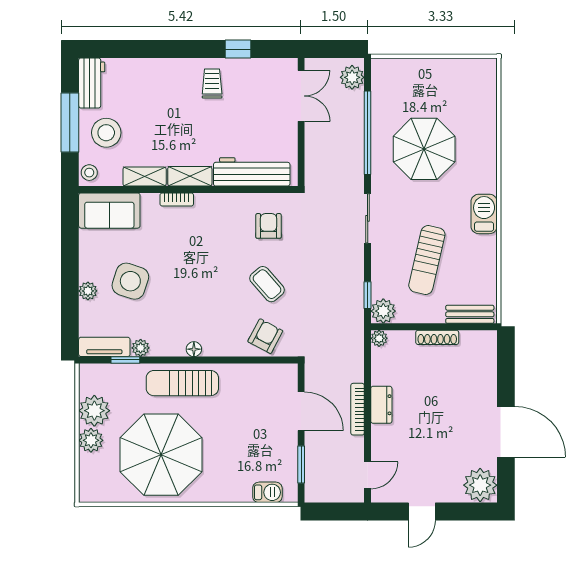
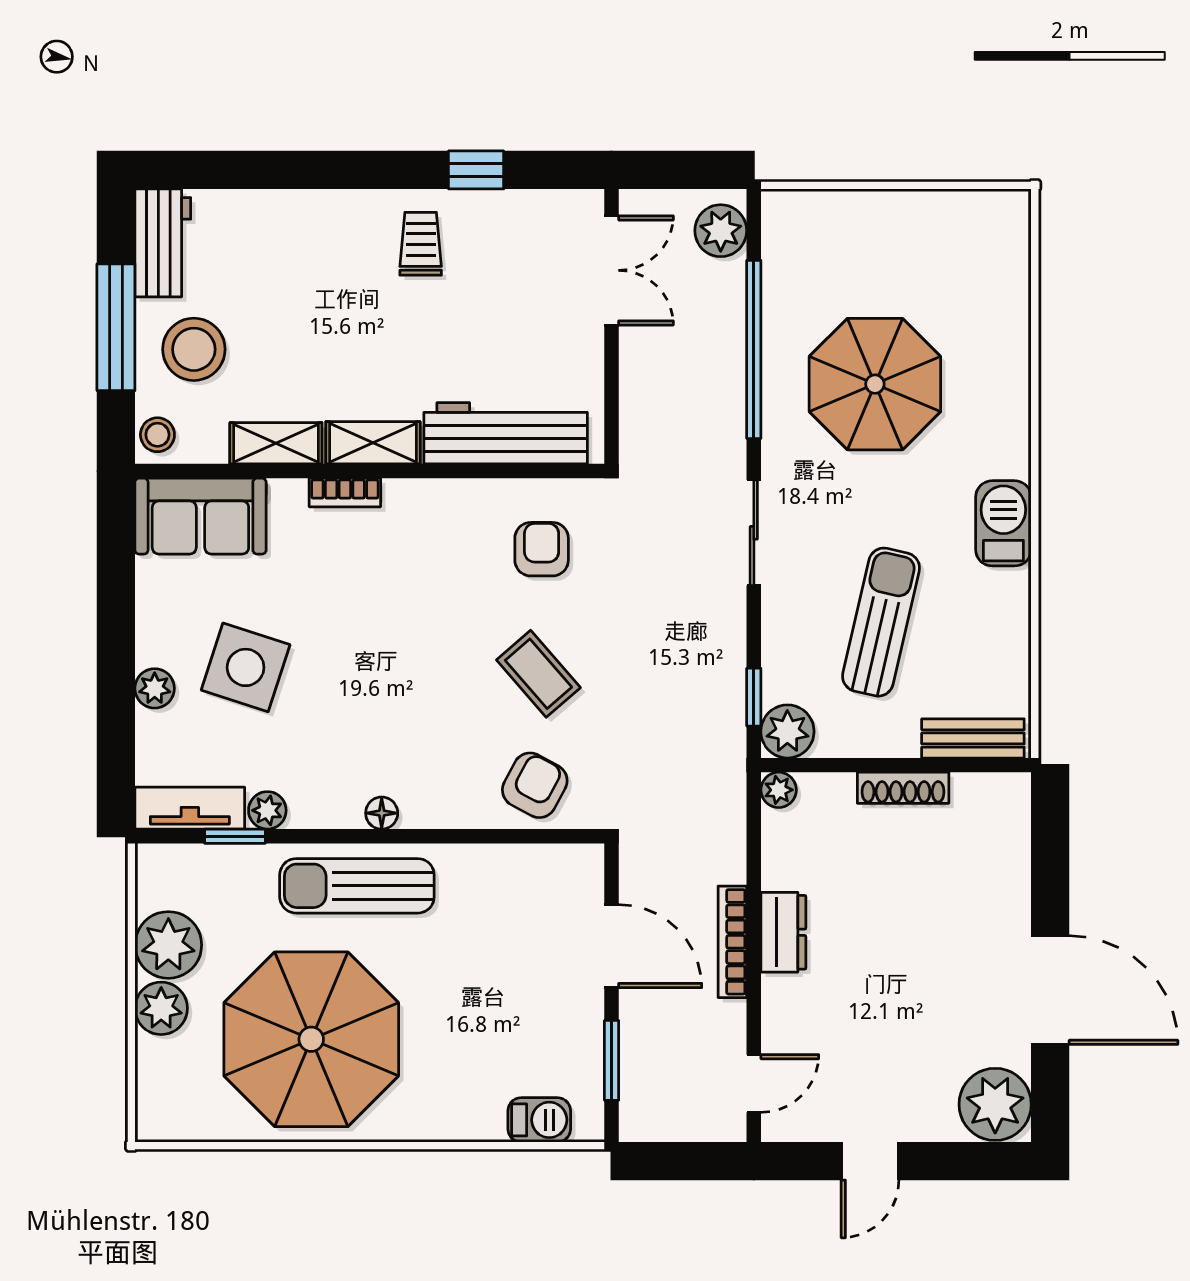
sun lounger: (427, 260) -> (881, 622), turned 180

